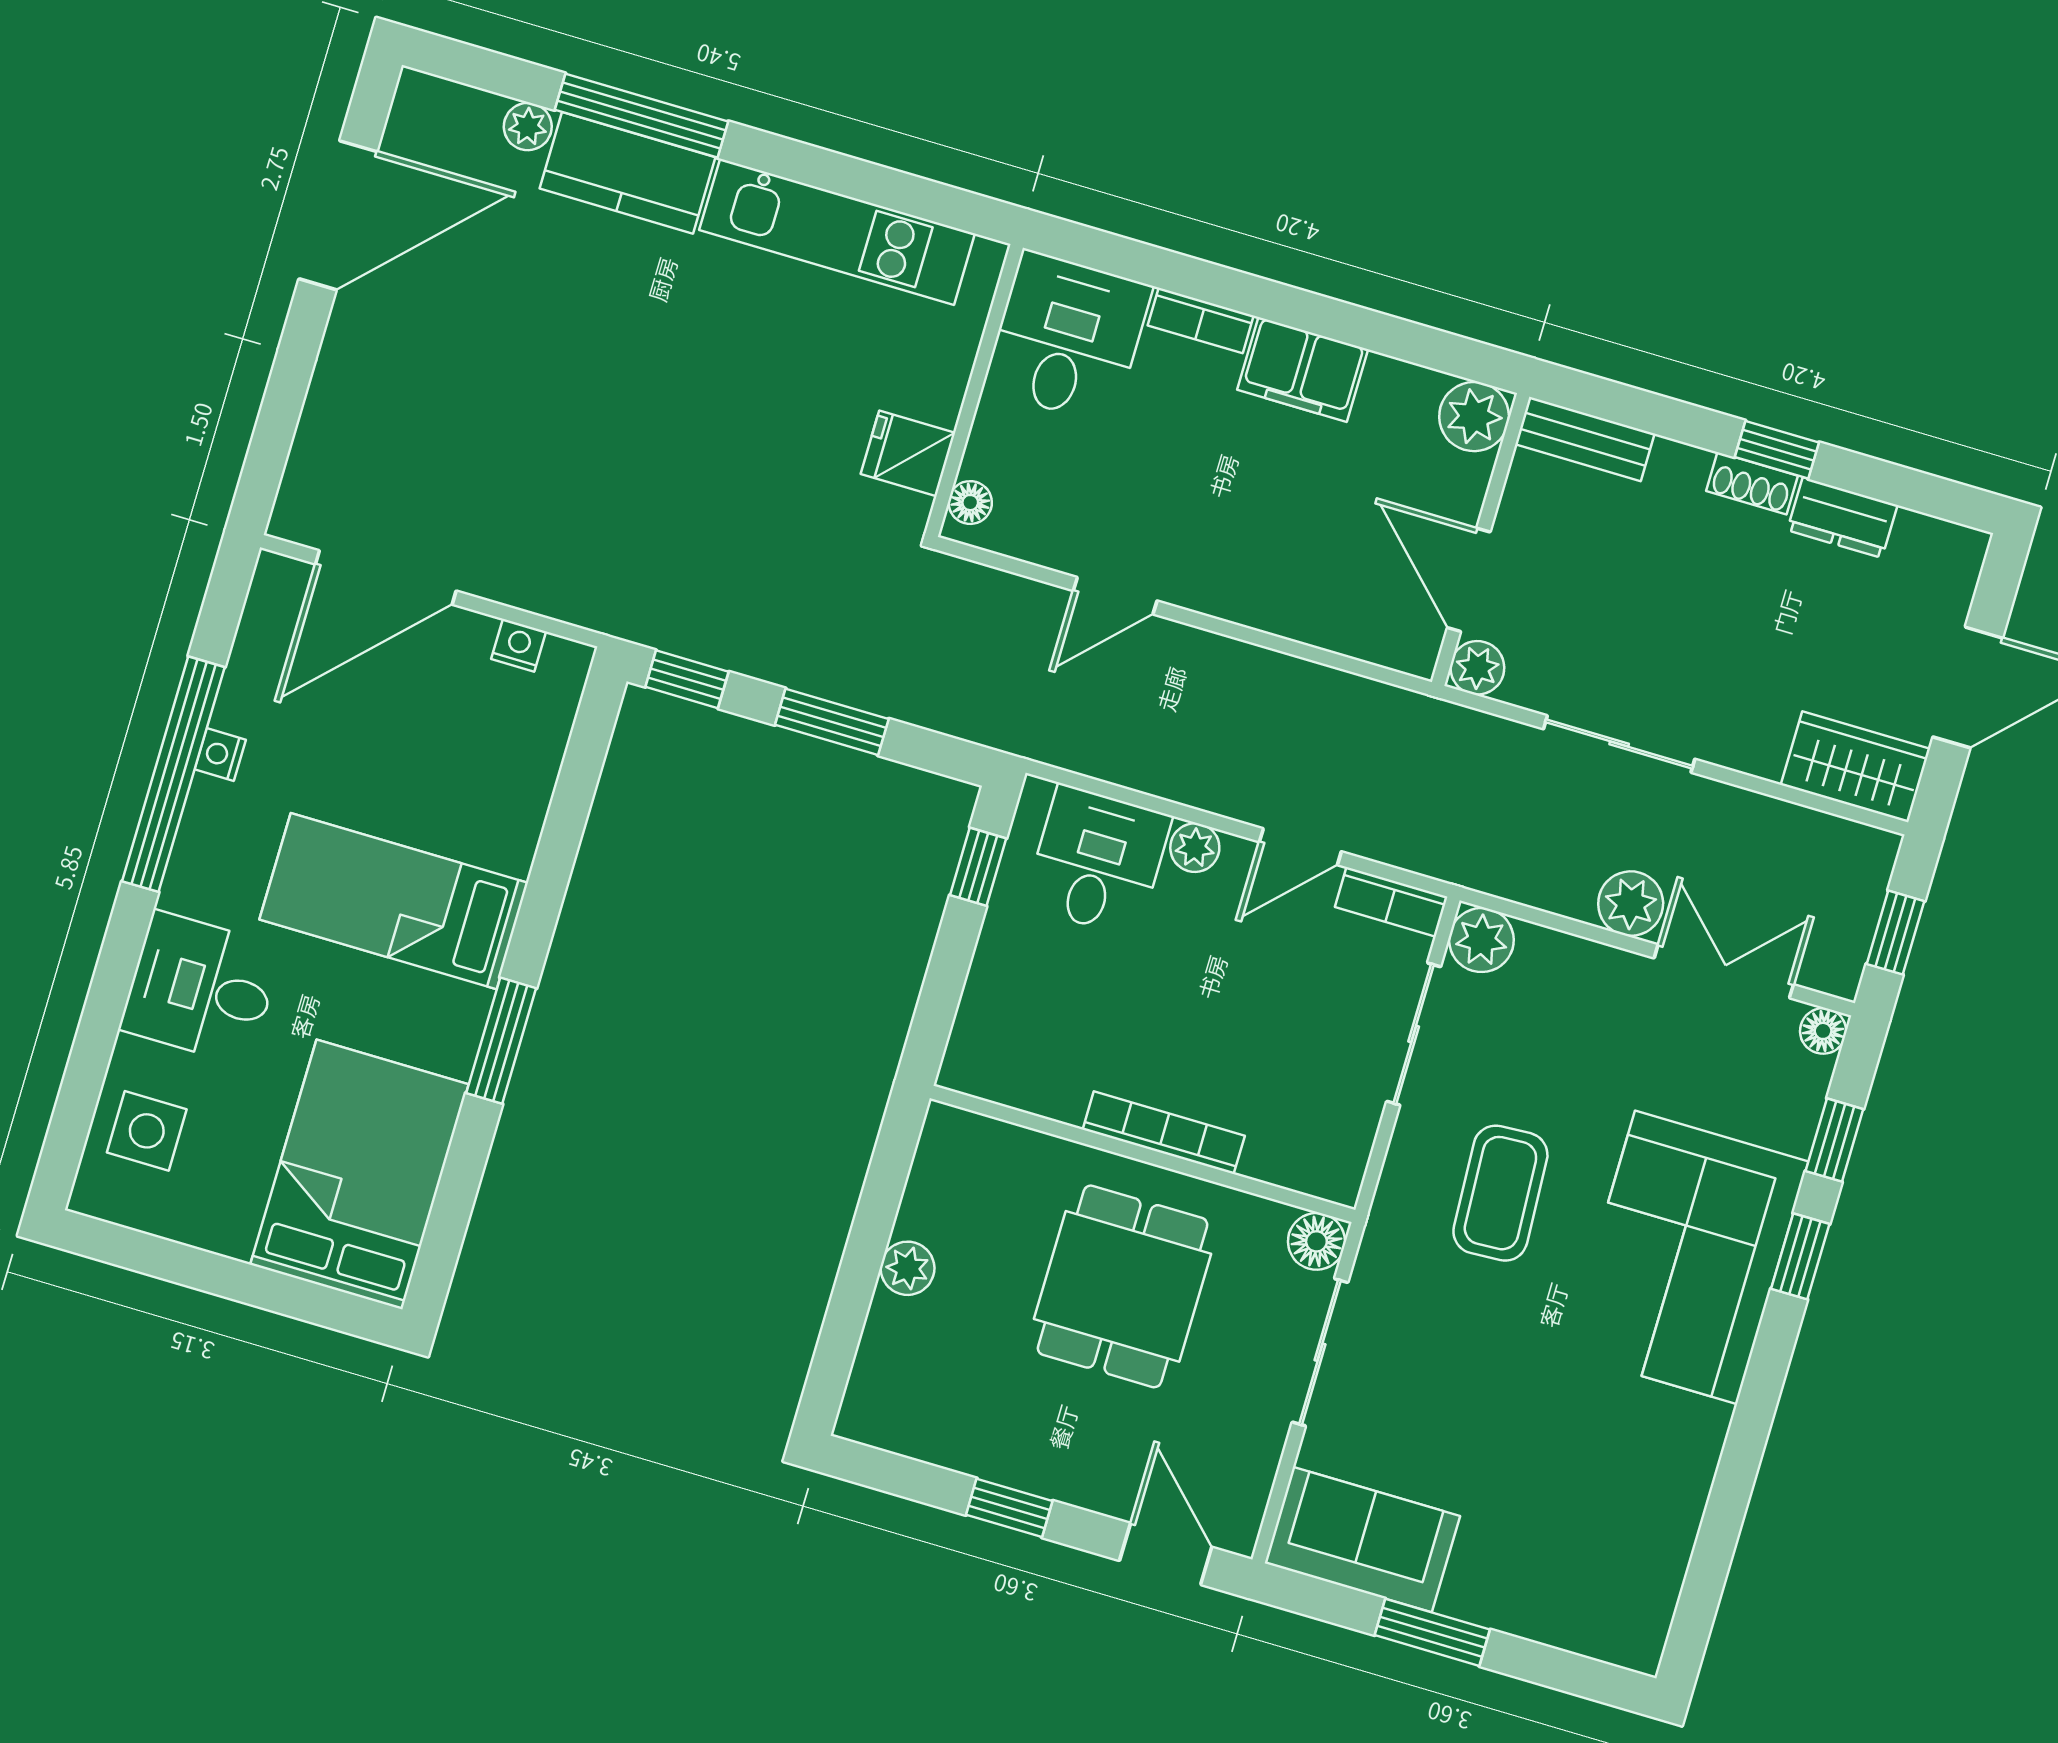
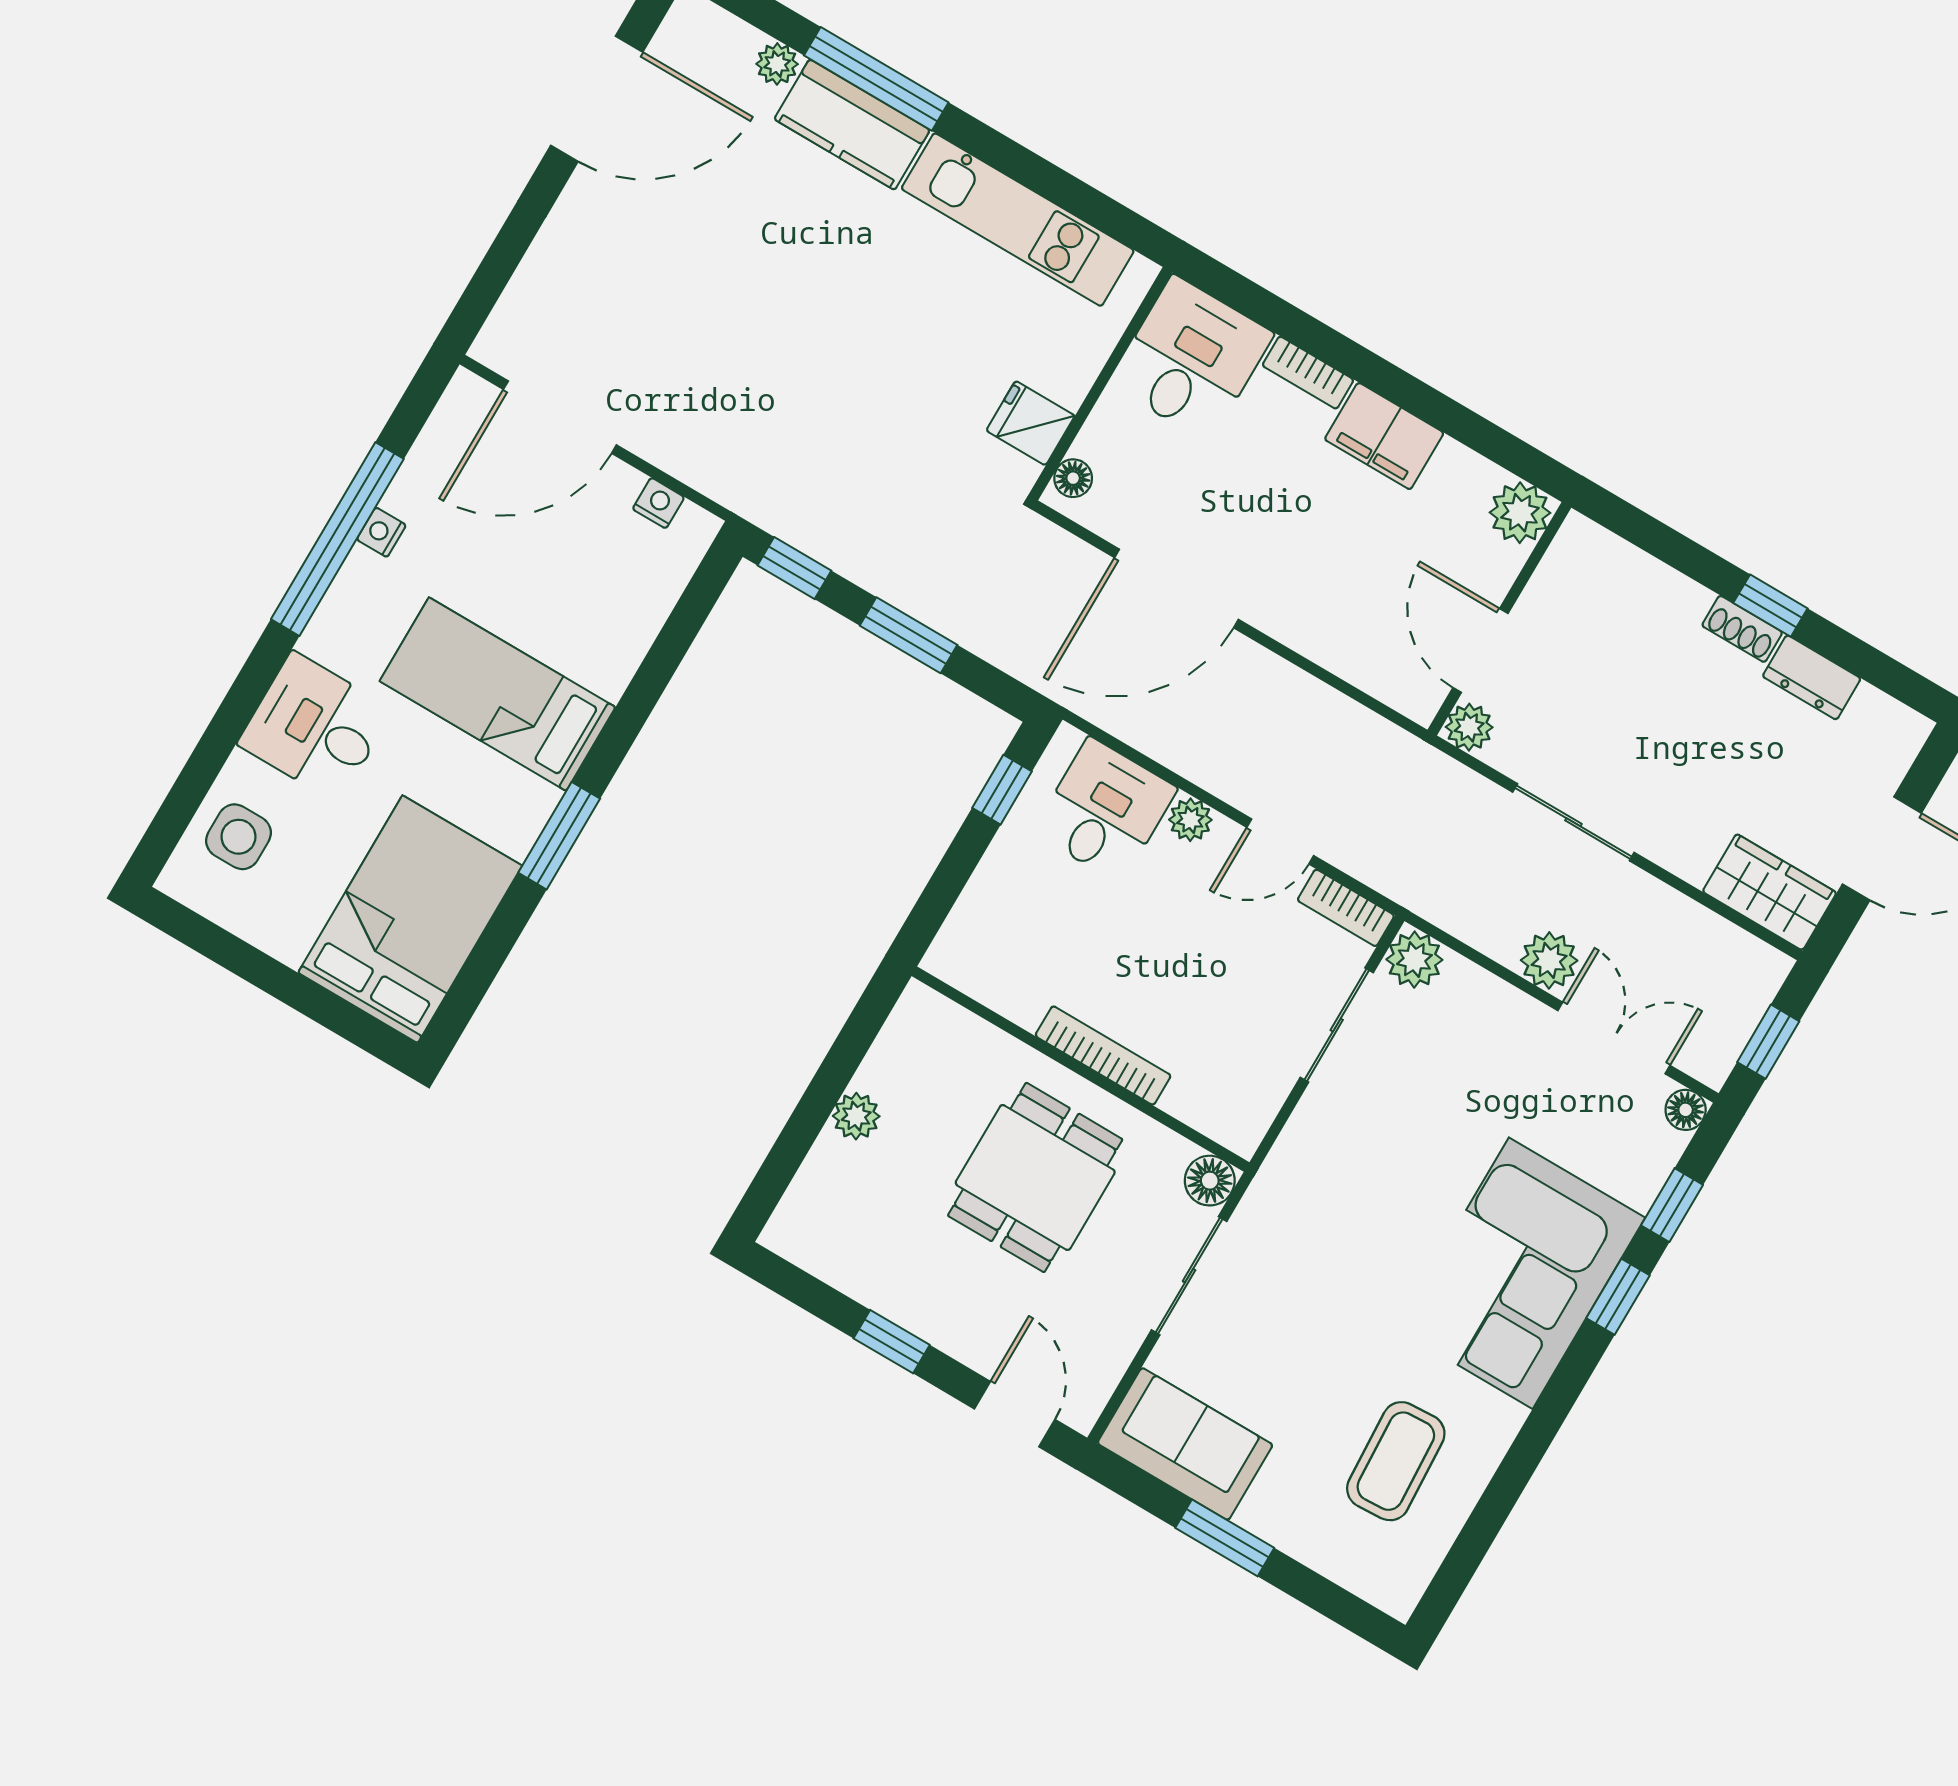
bench: (1585, 439) -> (1609, 555), removed
door: (1115, 596) -> (1176, 588), width x1.87
coffee table: (1500, 1193) -> (1396, 1461), moved

